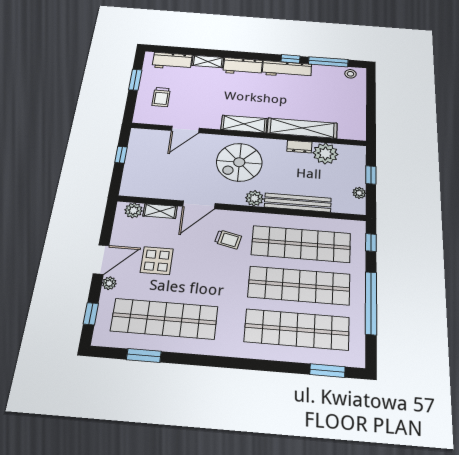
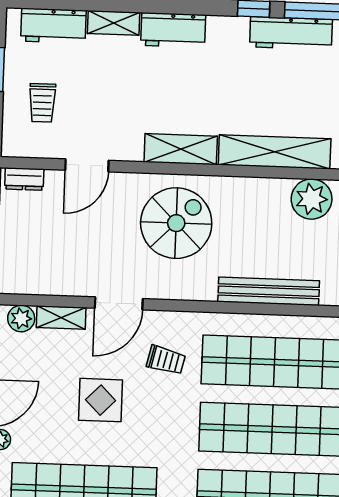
workbench: (287, 69) -> (291, 33), moved
dresser: (299, 147) -> (24, 179), moved
spiral stairs: (239, 162) -> (176, 223), turned 180
plant: (254, 198) -> (202, 287), removed
display table: (157, 261) -> (101, 400), moved

